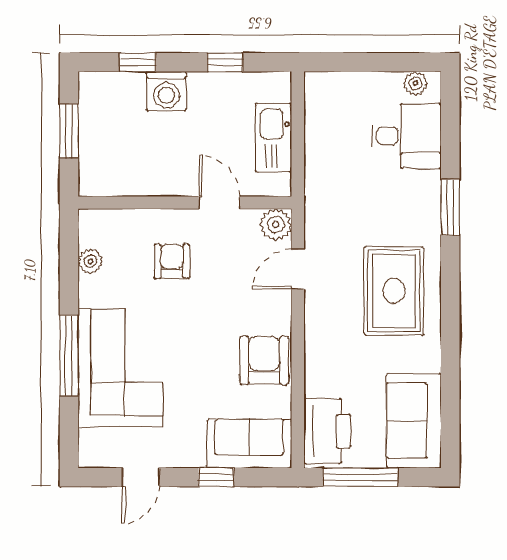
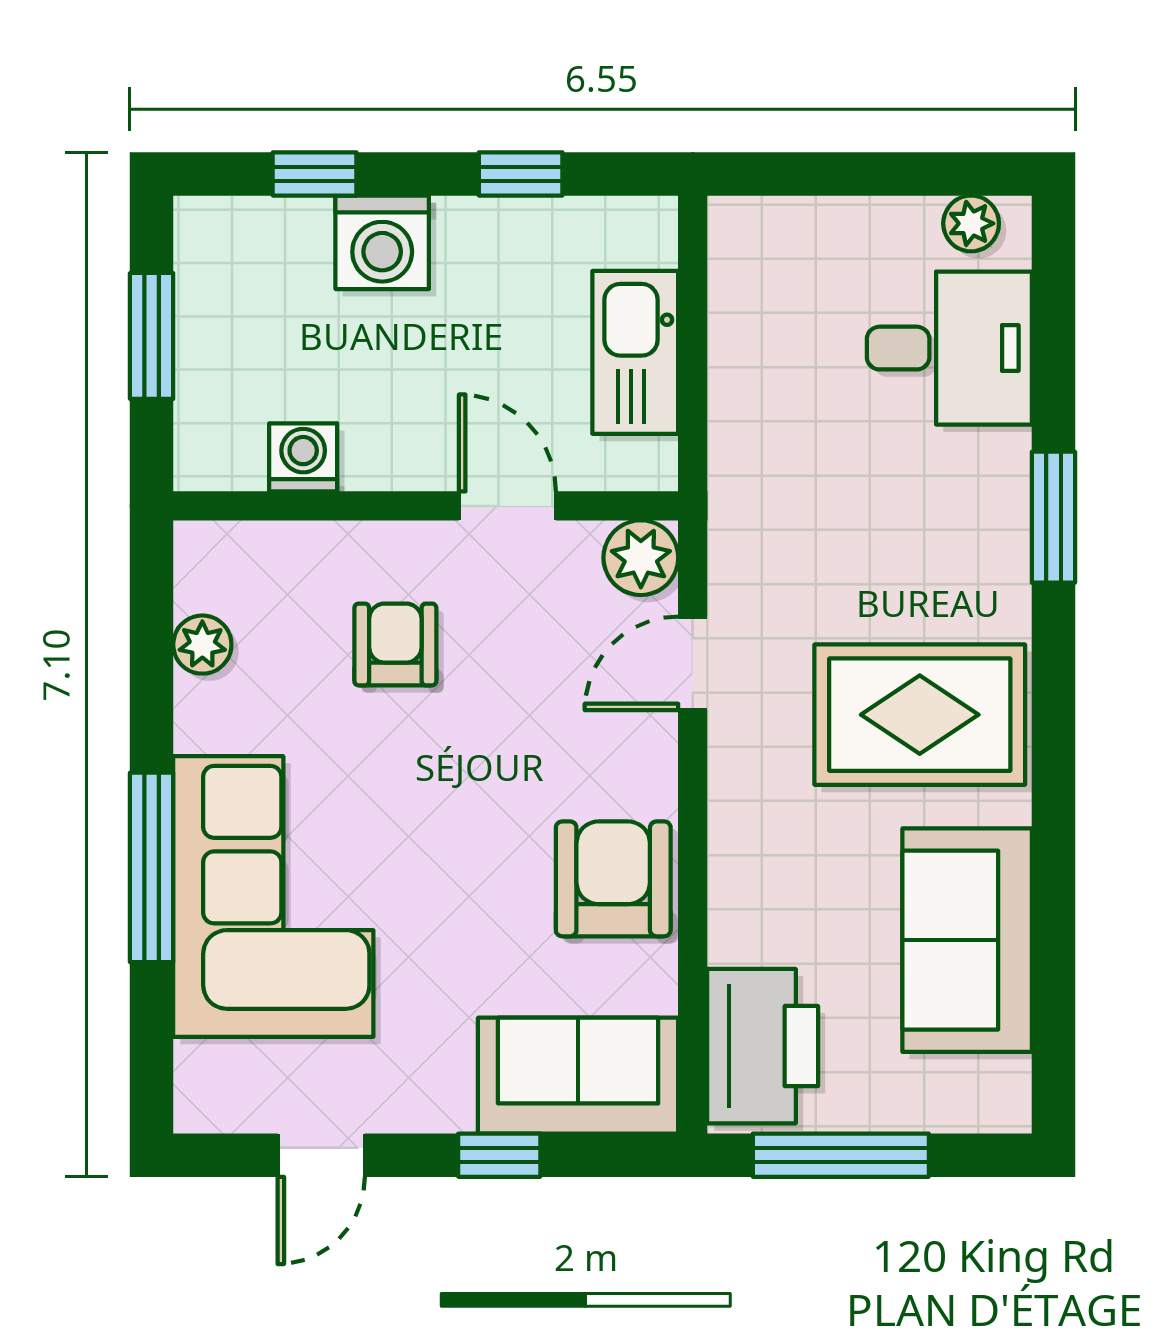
washing machine: (133, 182) -> (303, 457), added
rug: (394, 291) -> (920, 715), turned 90
sofa: (414, 421) -> (967, 940), moved

